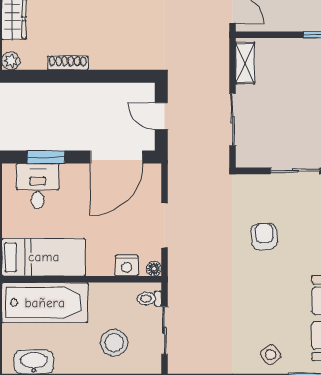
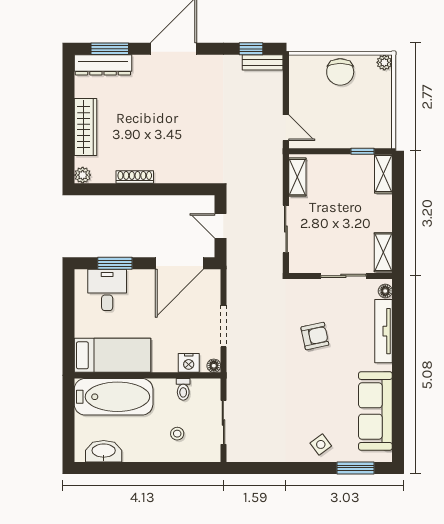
armchair: (264, 236) -> (315, 336), turned 82
toilet: (149, 299) -> (183, 389), moved, turned -90
stool: (114, 343) -> (177, 434), width x0.53, depth x0.53

